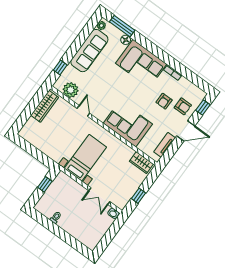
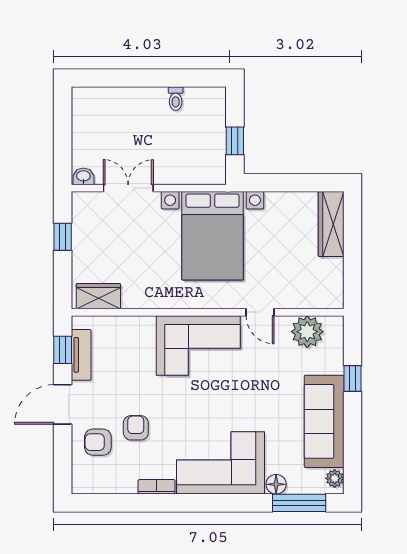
window: (60, 67) -> (352, 378), moved
wardrobe: (45, 106) -> (331, 224), moved
window: (203, 107) -> (63, 350), moved
corner sofa: (128, 124) -> (198, 345), moved
bed with nightstands: (85, 158) -> (213, 236), width x1.36

